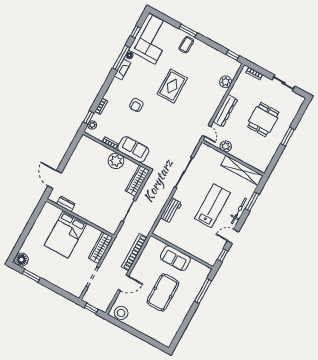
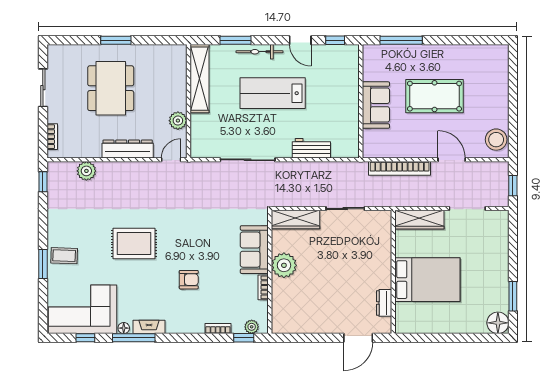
dining table: (263, 120) -> (111, 88), width x1.38

